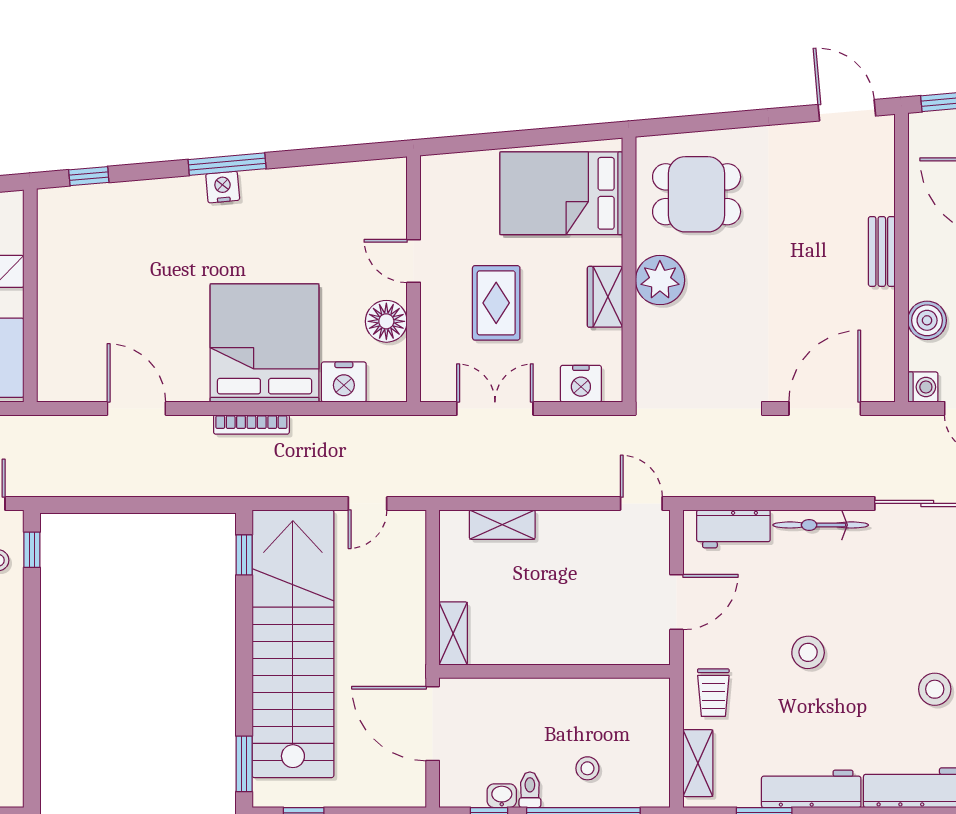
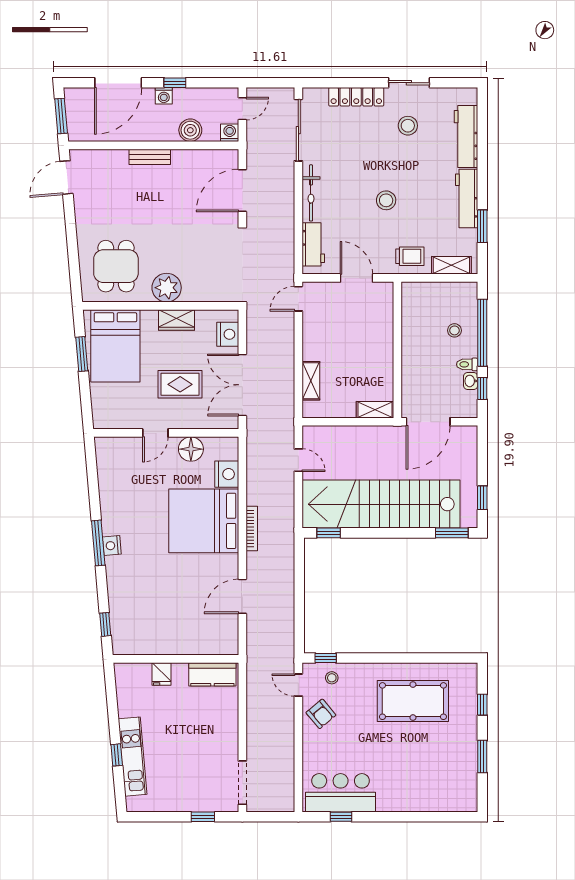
window: (547, 136) -> (82, 354), added
double door: (495, 408) -> (242, 385), width x1.37
door: (825, 408) -> (242, 191), hinge flipped

